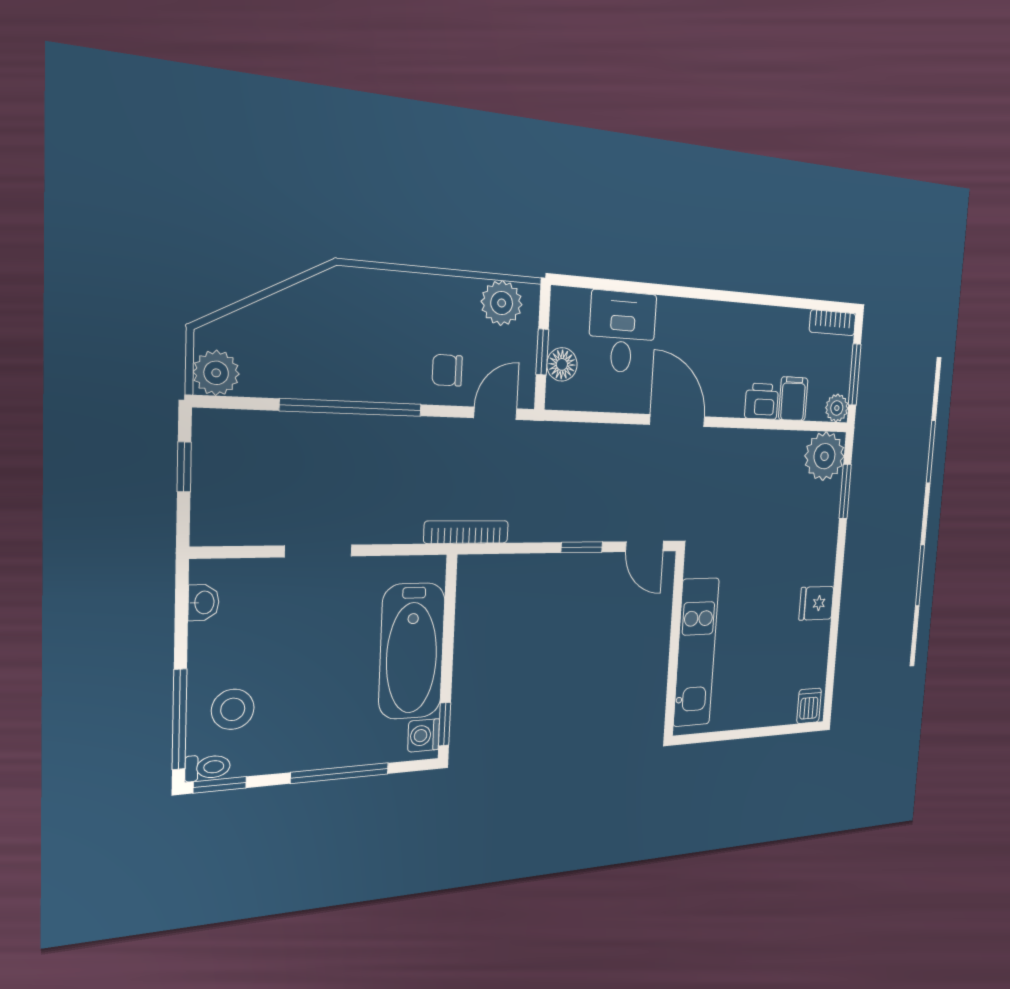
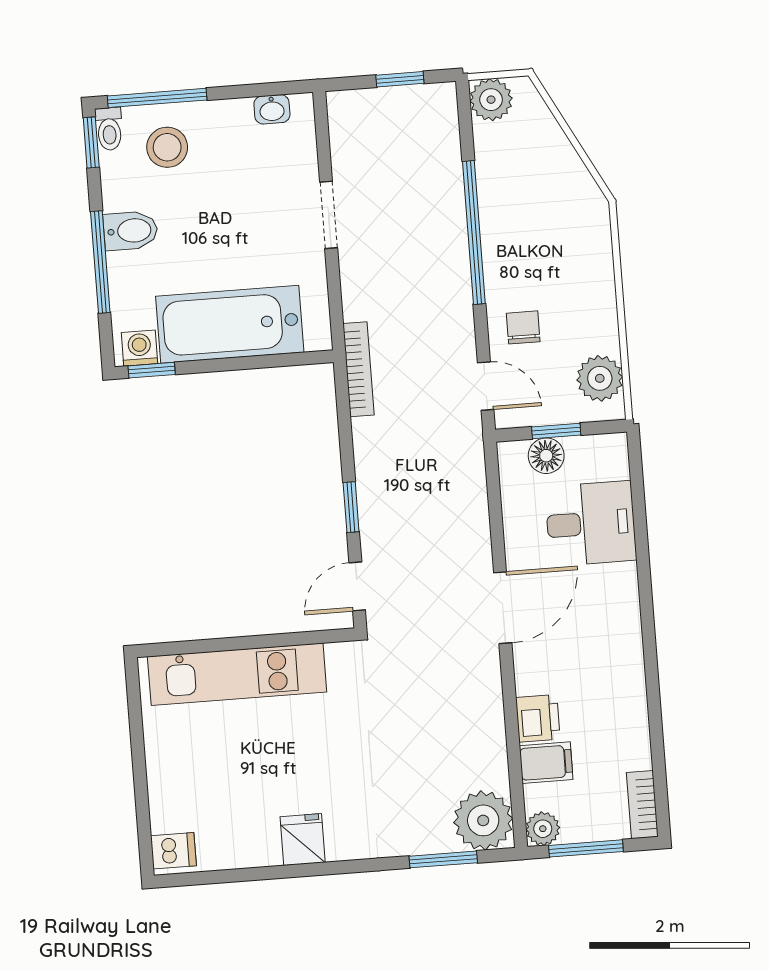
bidet: (313, 745) -> (131, 231), added

